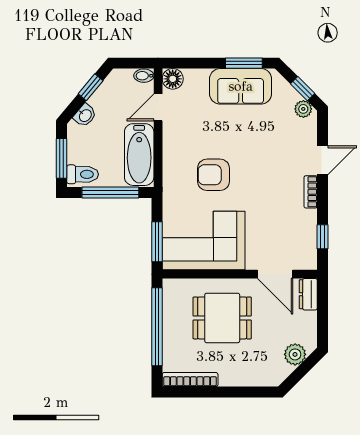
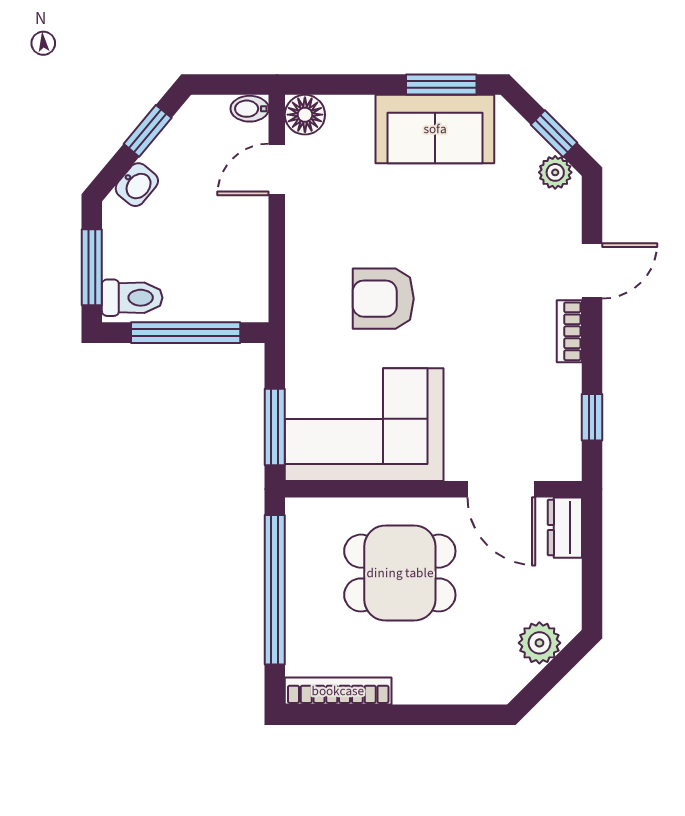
bathtub: (139, 155) -> (241, 260), removed

